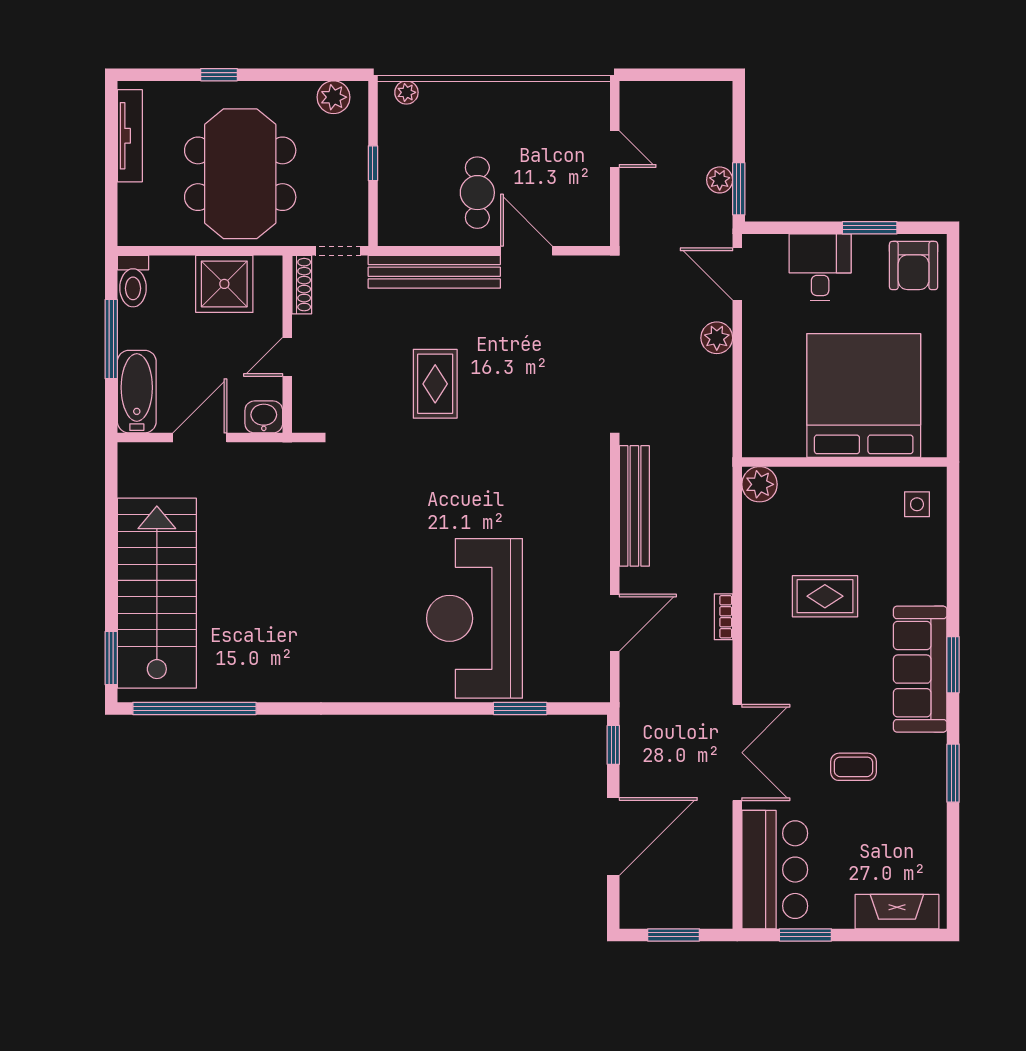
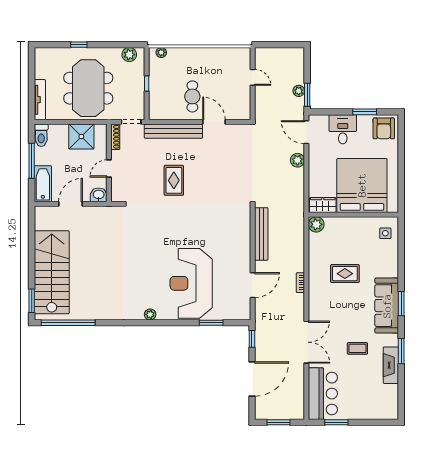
tv unit: (130, 136) -> (40, 100), moved
wardrobe: (774, 440) -> (323, 205), added
plant: (381, 689) -> (150, 314), added
fireplace: (897, 912) -> (391, 365), moved, turned -90

